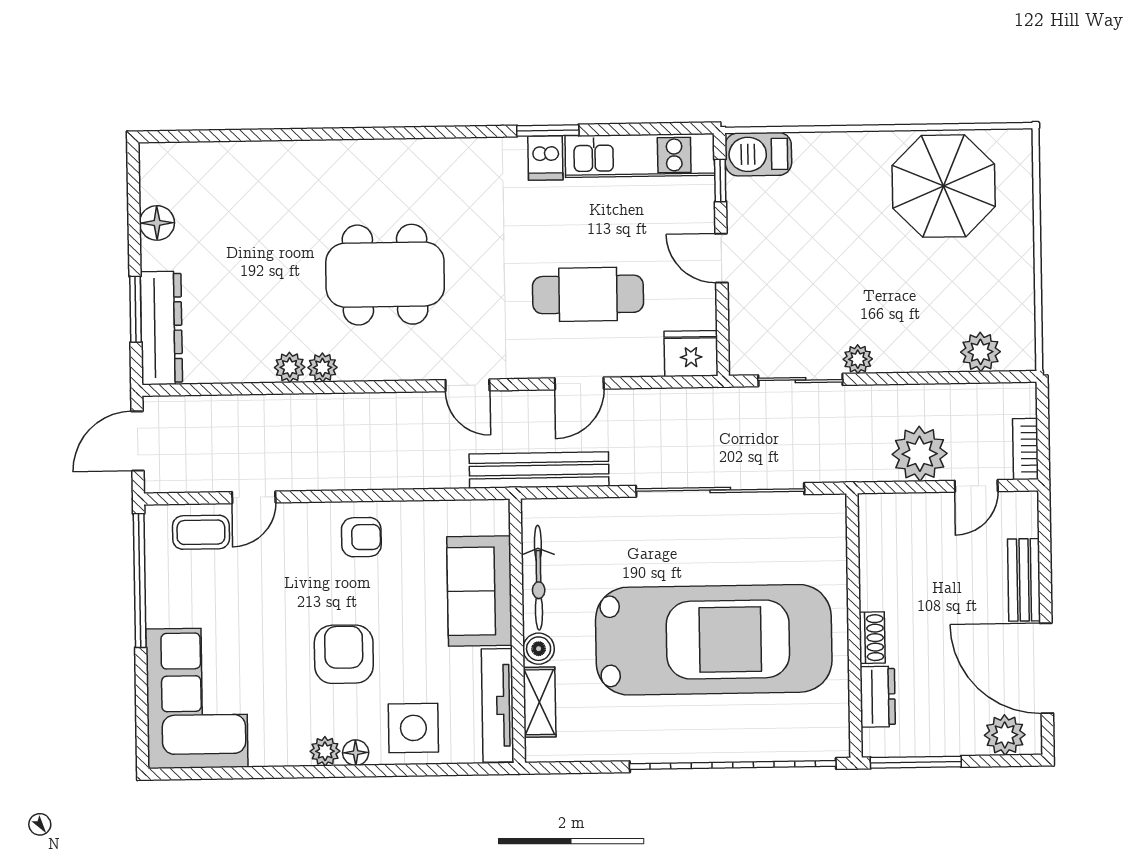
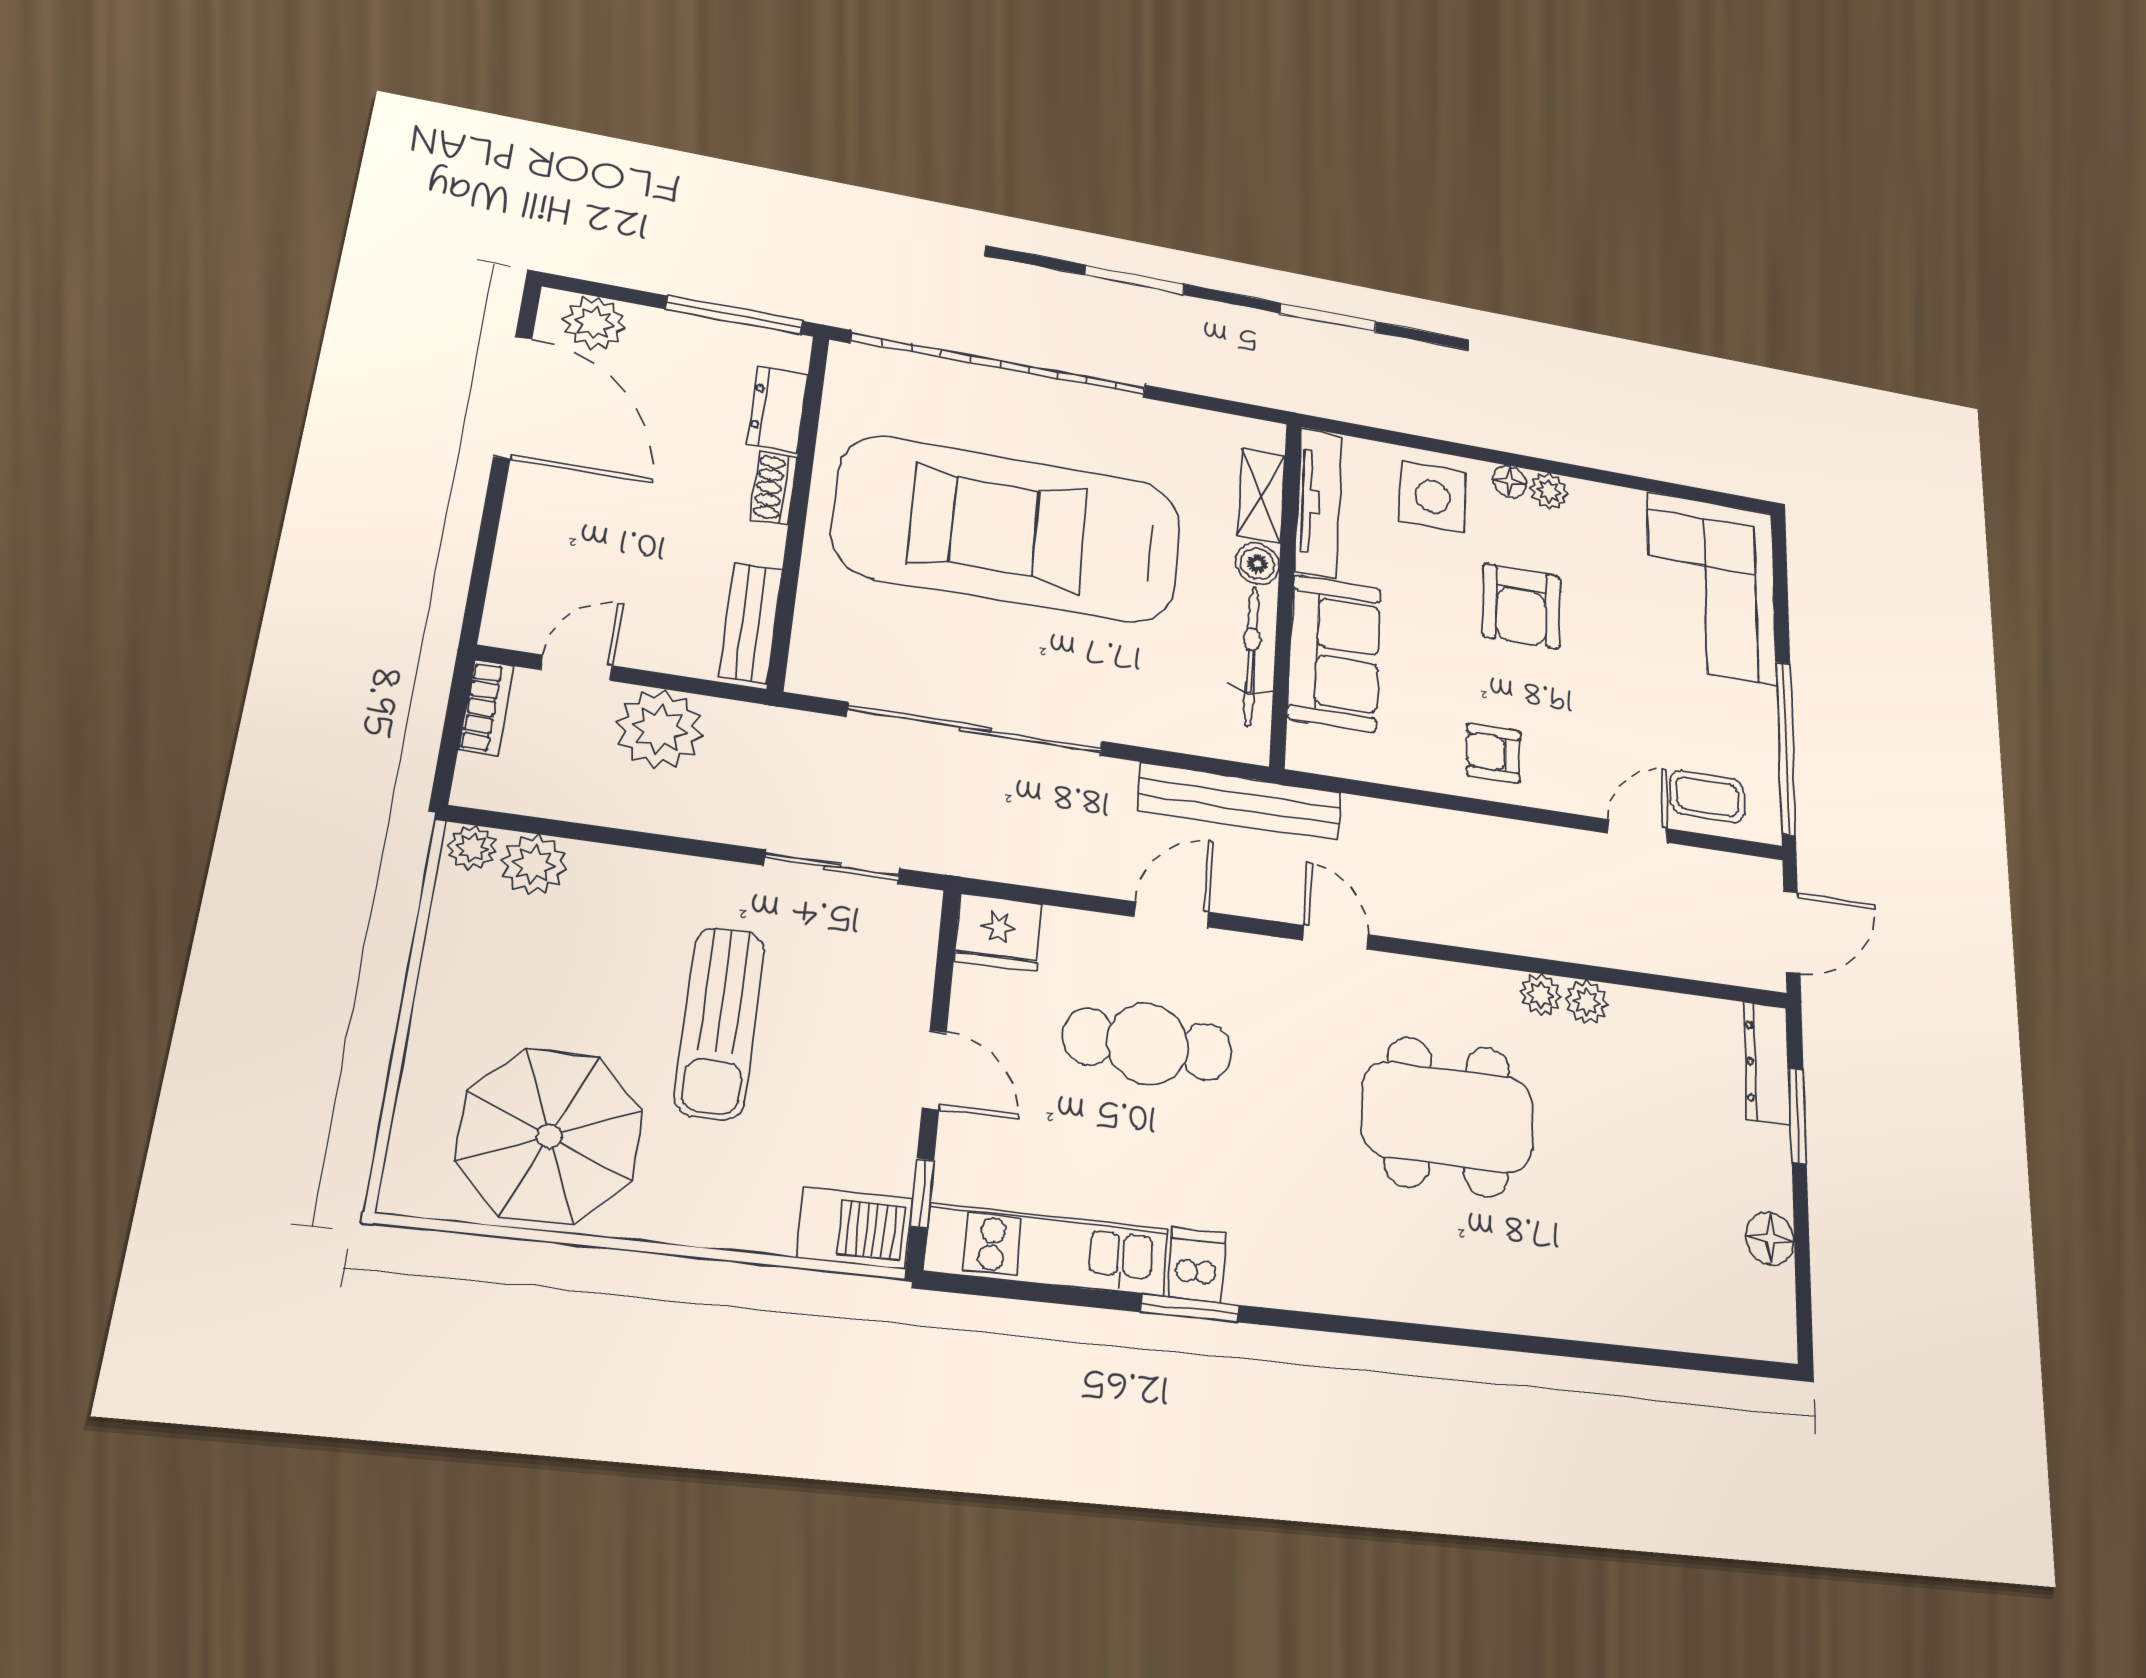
sun lounger: (855, 269) -> (720, 1023), added
dresser: (161, 328) -> (1767, 1063), width x0.73, depth x0.80
plant: (858, 359) -> (472, 848), moved
bench: (1024, 580) -> (750, 622), moved

